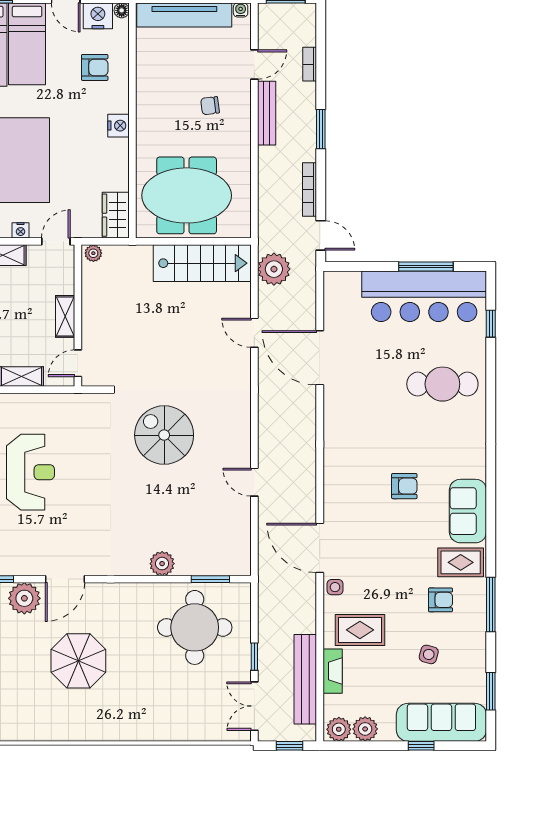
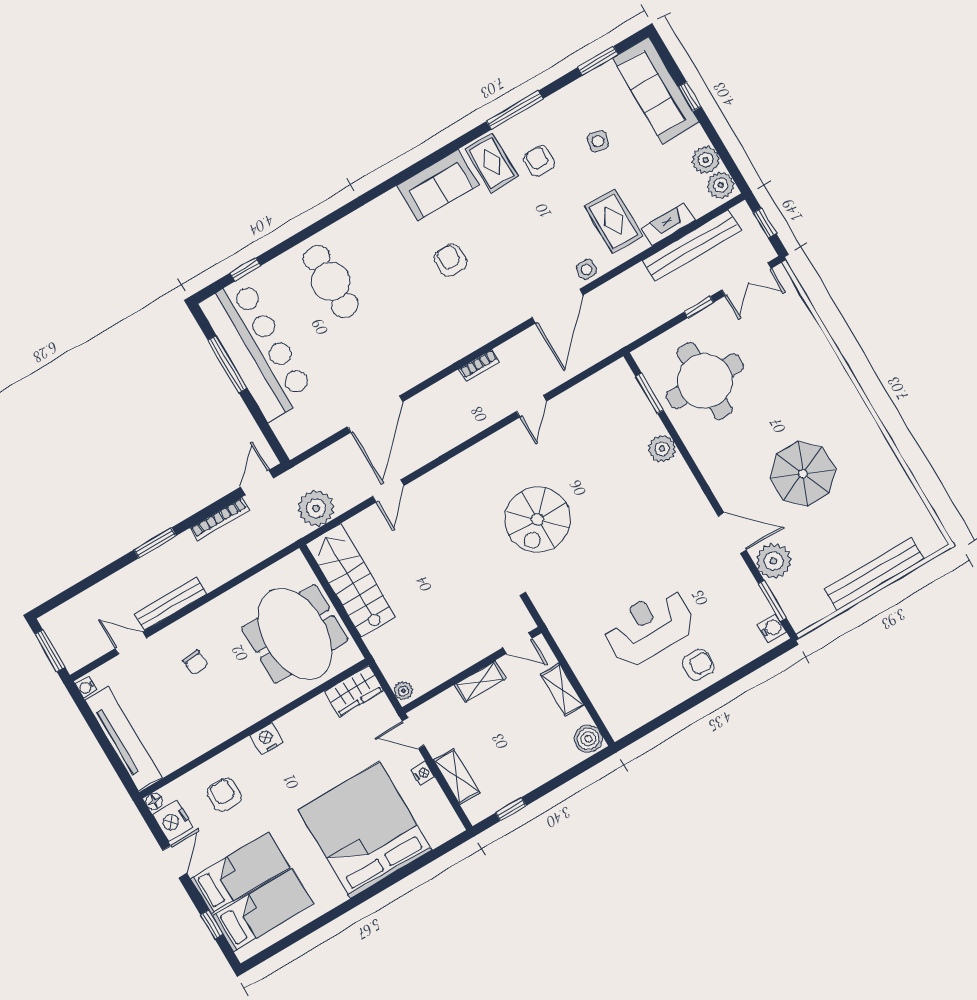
bookcase: (310, 64) -> (479, 365), moved

